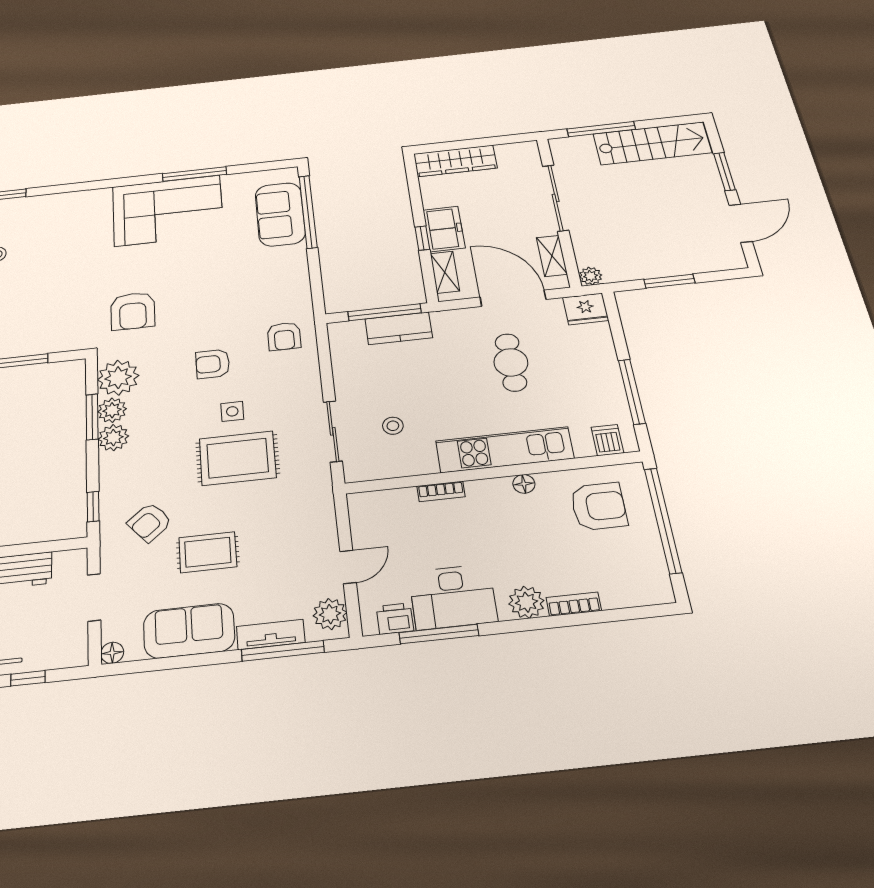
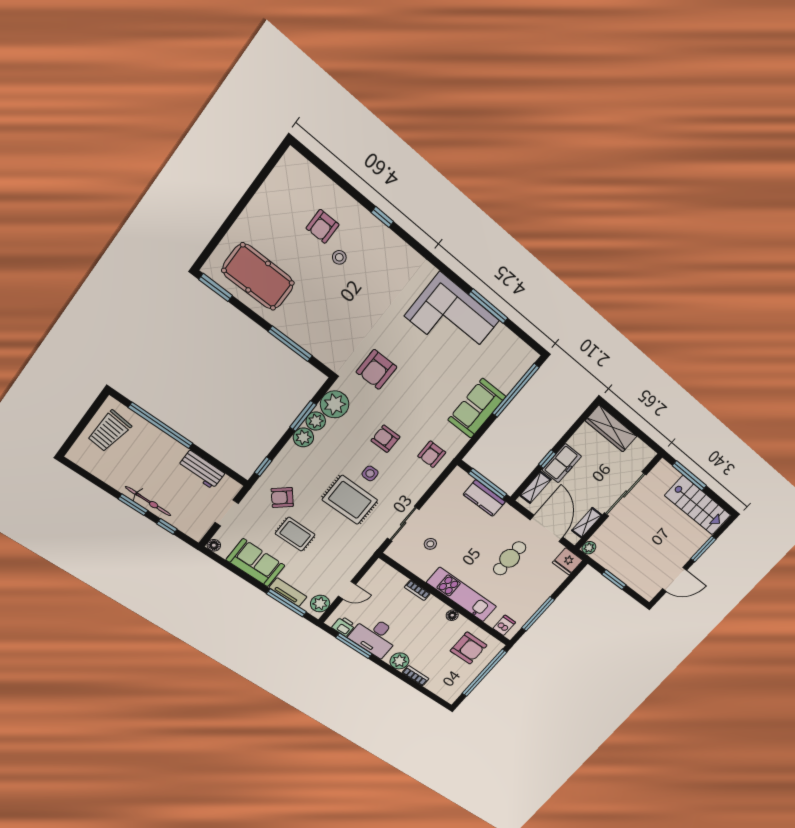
sofa: (280, 214) -> (477, 408), moved

